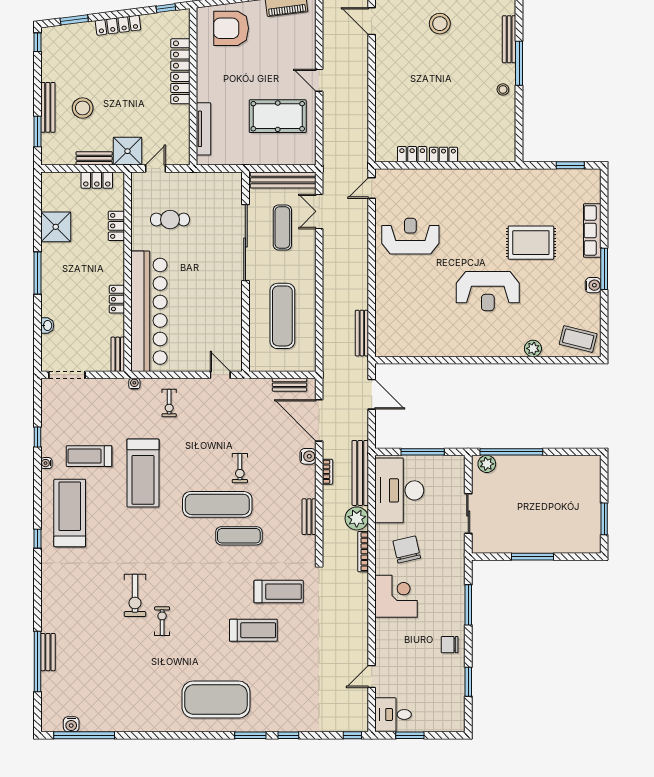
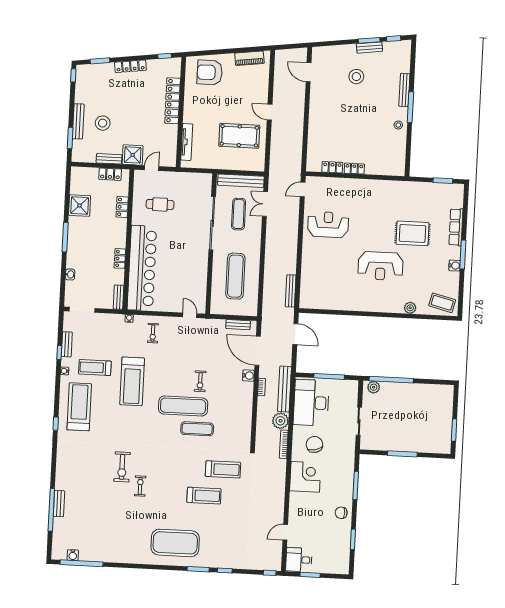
bench: (309, 517) -> (67, 344), moved

